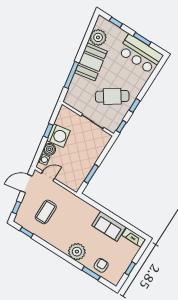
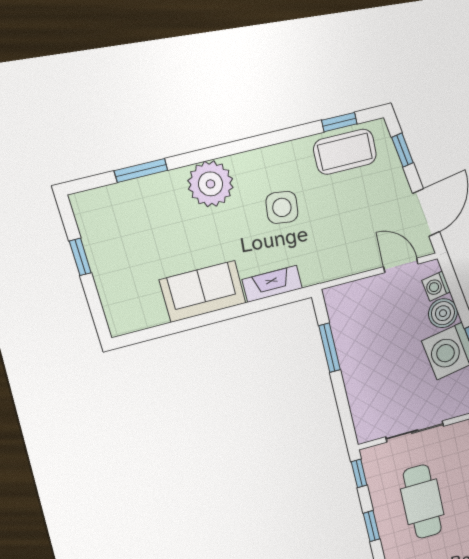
cafe table: (112, 96) -> (422, 502), turned -56
door: (48, 176) -> (401, 265), swing flipped
coffee table: (46, 212) -> (345, 152), moved, turned 90
side table: (64, 226) -> (282, 207), added
fireplace: (134, 237) -> (272, 284), moved
armchair: (101, 265) -> (139, 206), removed

